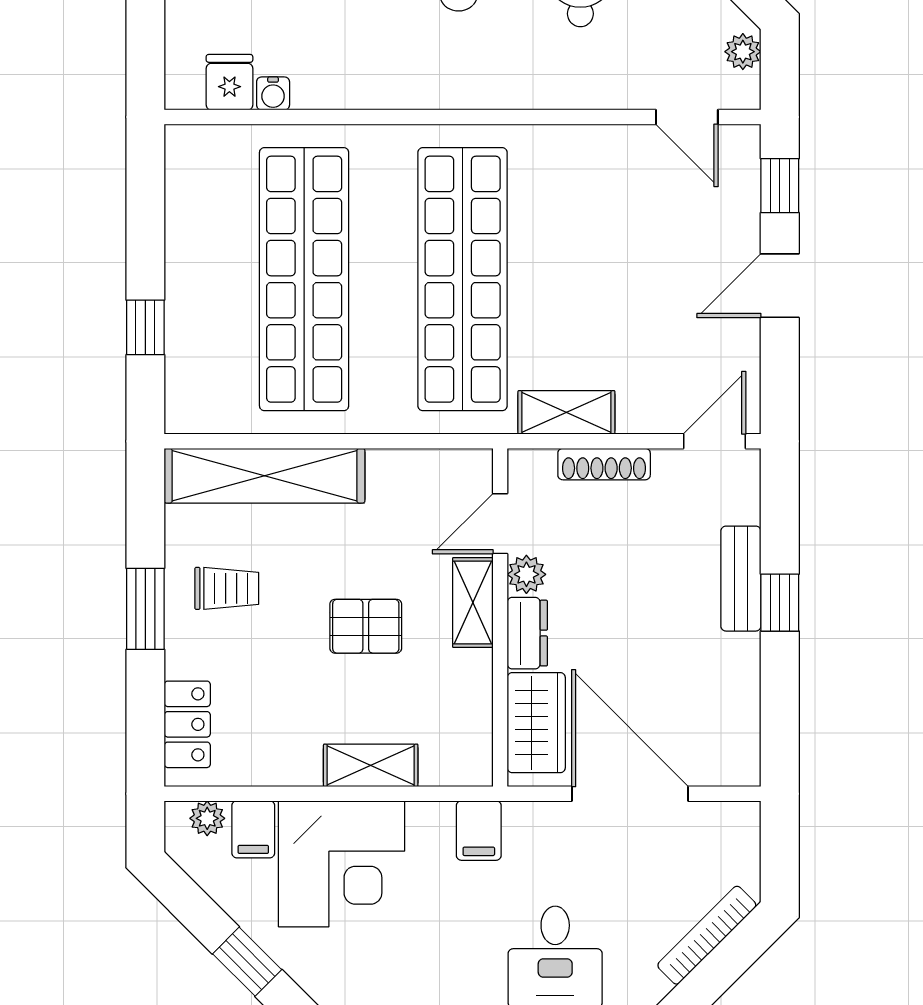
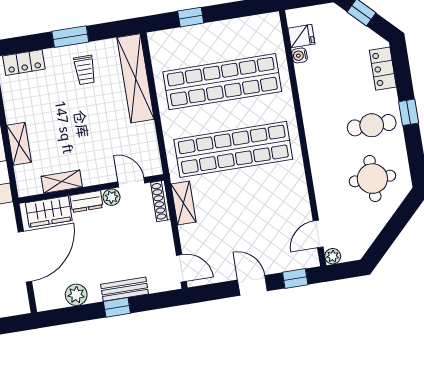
plant: (743, 52) -> (333, 256), moved
shoe rack: (604, 464) -> (161, 201), moved
shelving: (473, 602) -> (62, 182), moved
pallet: (366, 626) -> (78, 132), removed
plant: (736, 691) -> (76, 295), added

